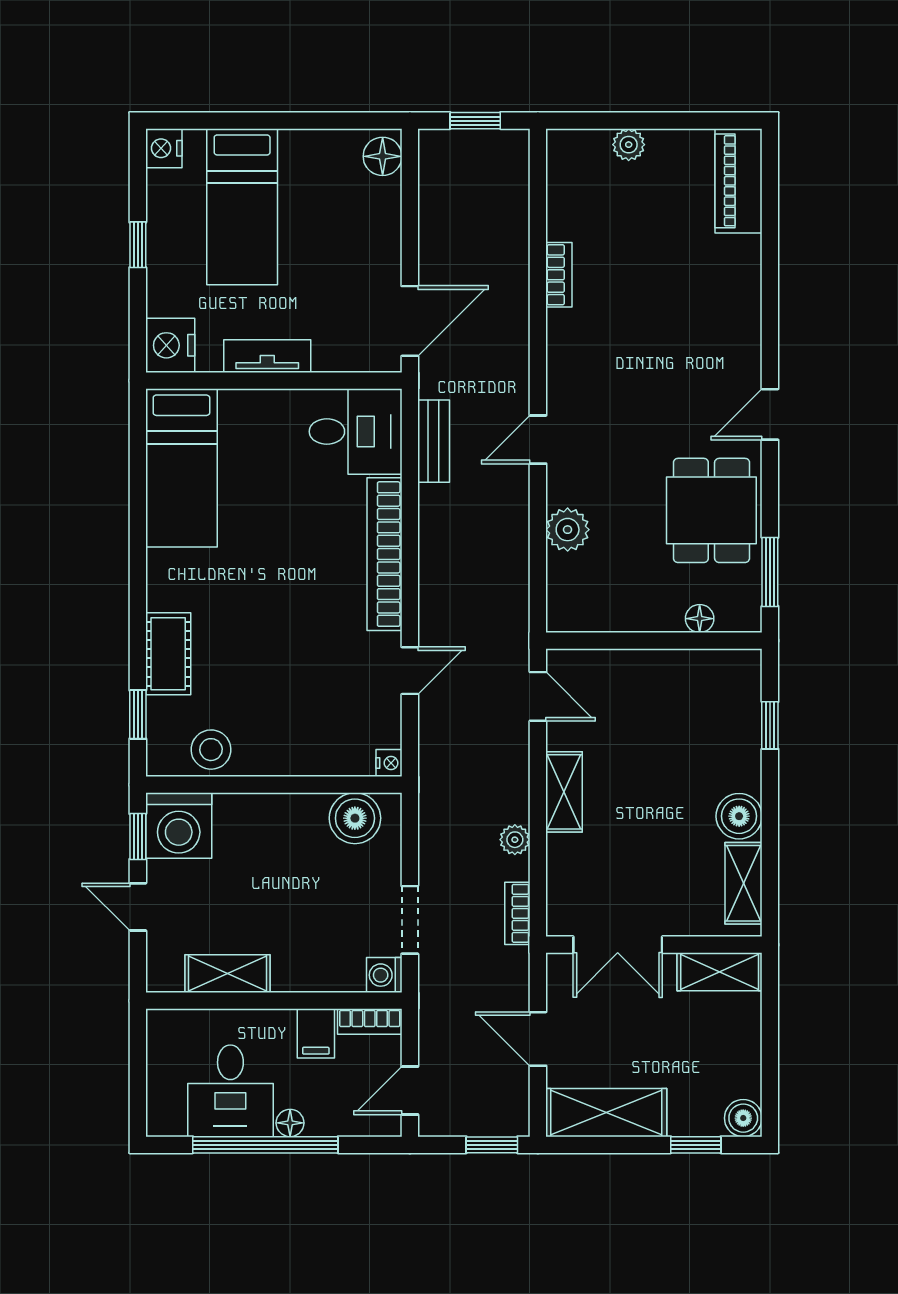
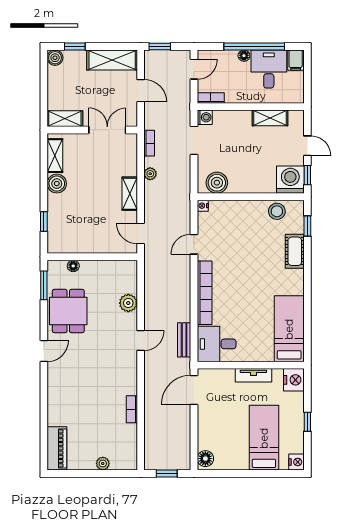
filing cabinet: (316, 1033) -> (296, 60), moved, turned 180

